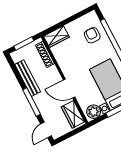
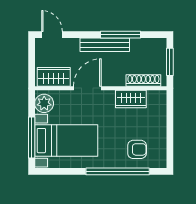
wardrobe: (56, 37) -> (131, 99), moved, turned -90
bench: (28, 78) -> (105, 45), moved
window: (32, 102) -> (121, 35), moved

